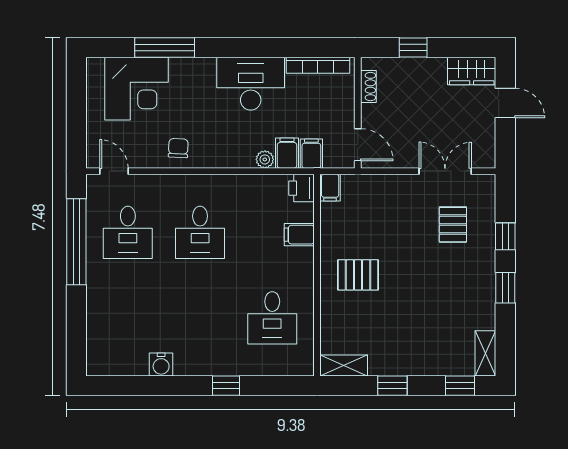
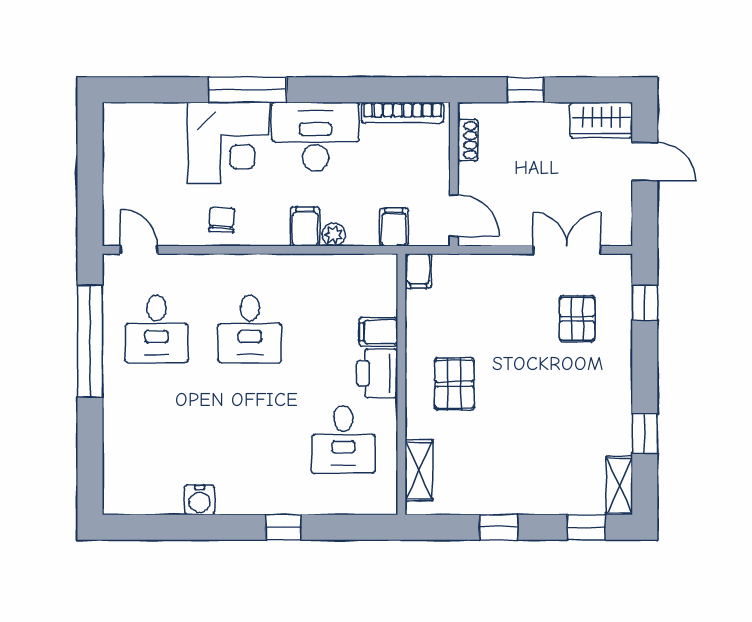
window: (165, 48) -> (248, 90), moved
corner desk: (136, 89) -> (228, 143), moved
filing cabinet: (287, 153) -> (305, 226), moved
printer: (302, 188) -> (377, 373), moved, width x1.36, depth x1.24
window: (505, 236) -> (645, 303), moved
pallet: (358, 275) -> (454, 384), turned 90
window: (505, 288) -> (645, 434), moved
shelving: (344, 365) -> (419, 470), moved, turned 90

